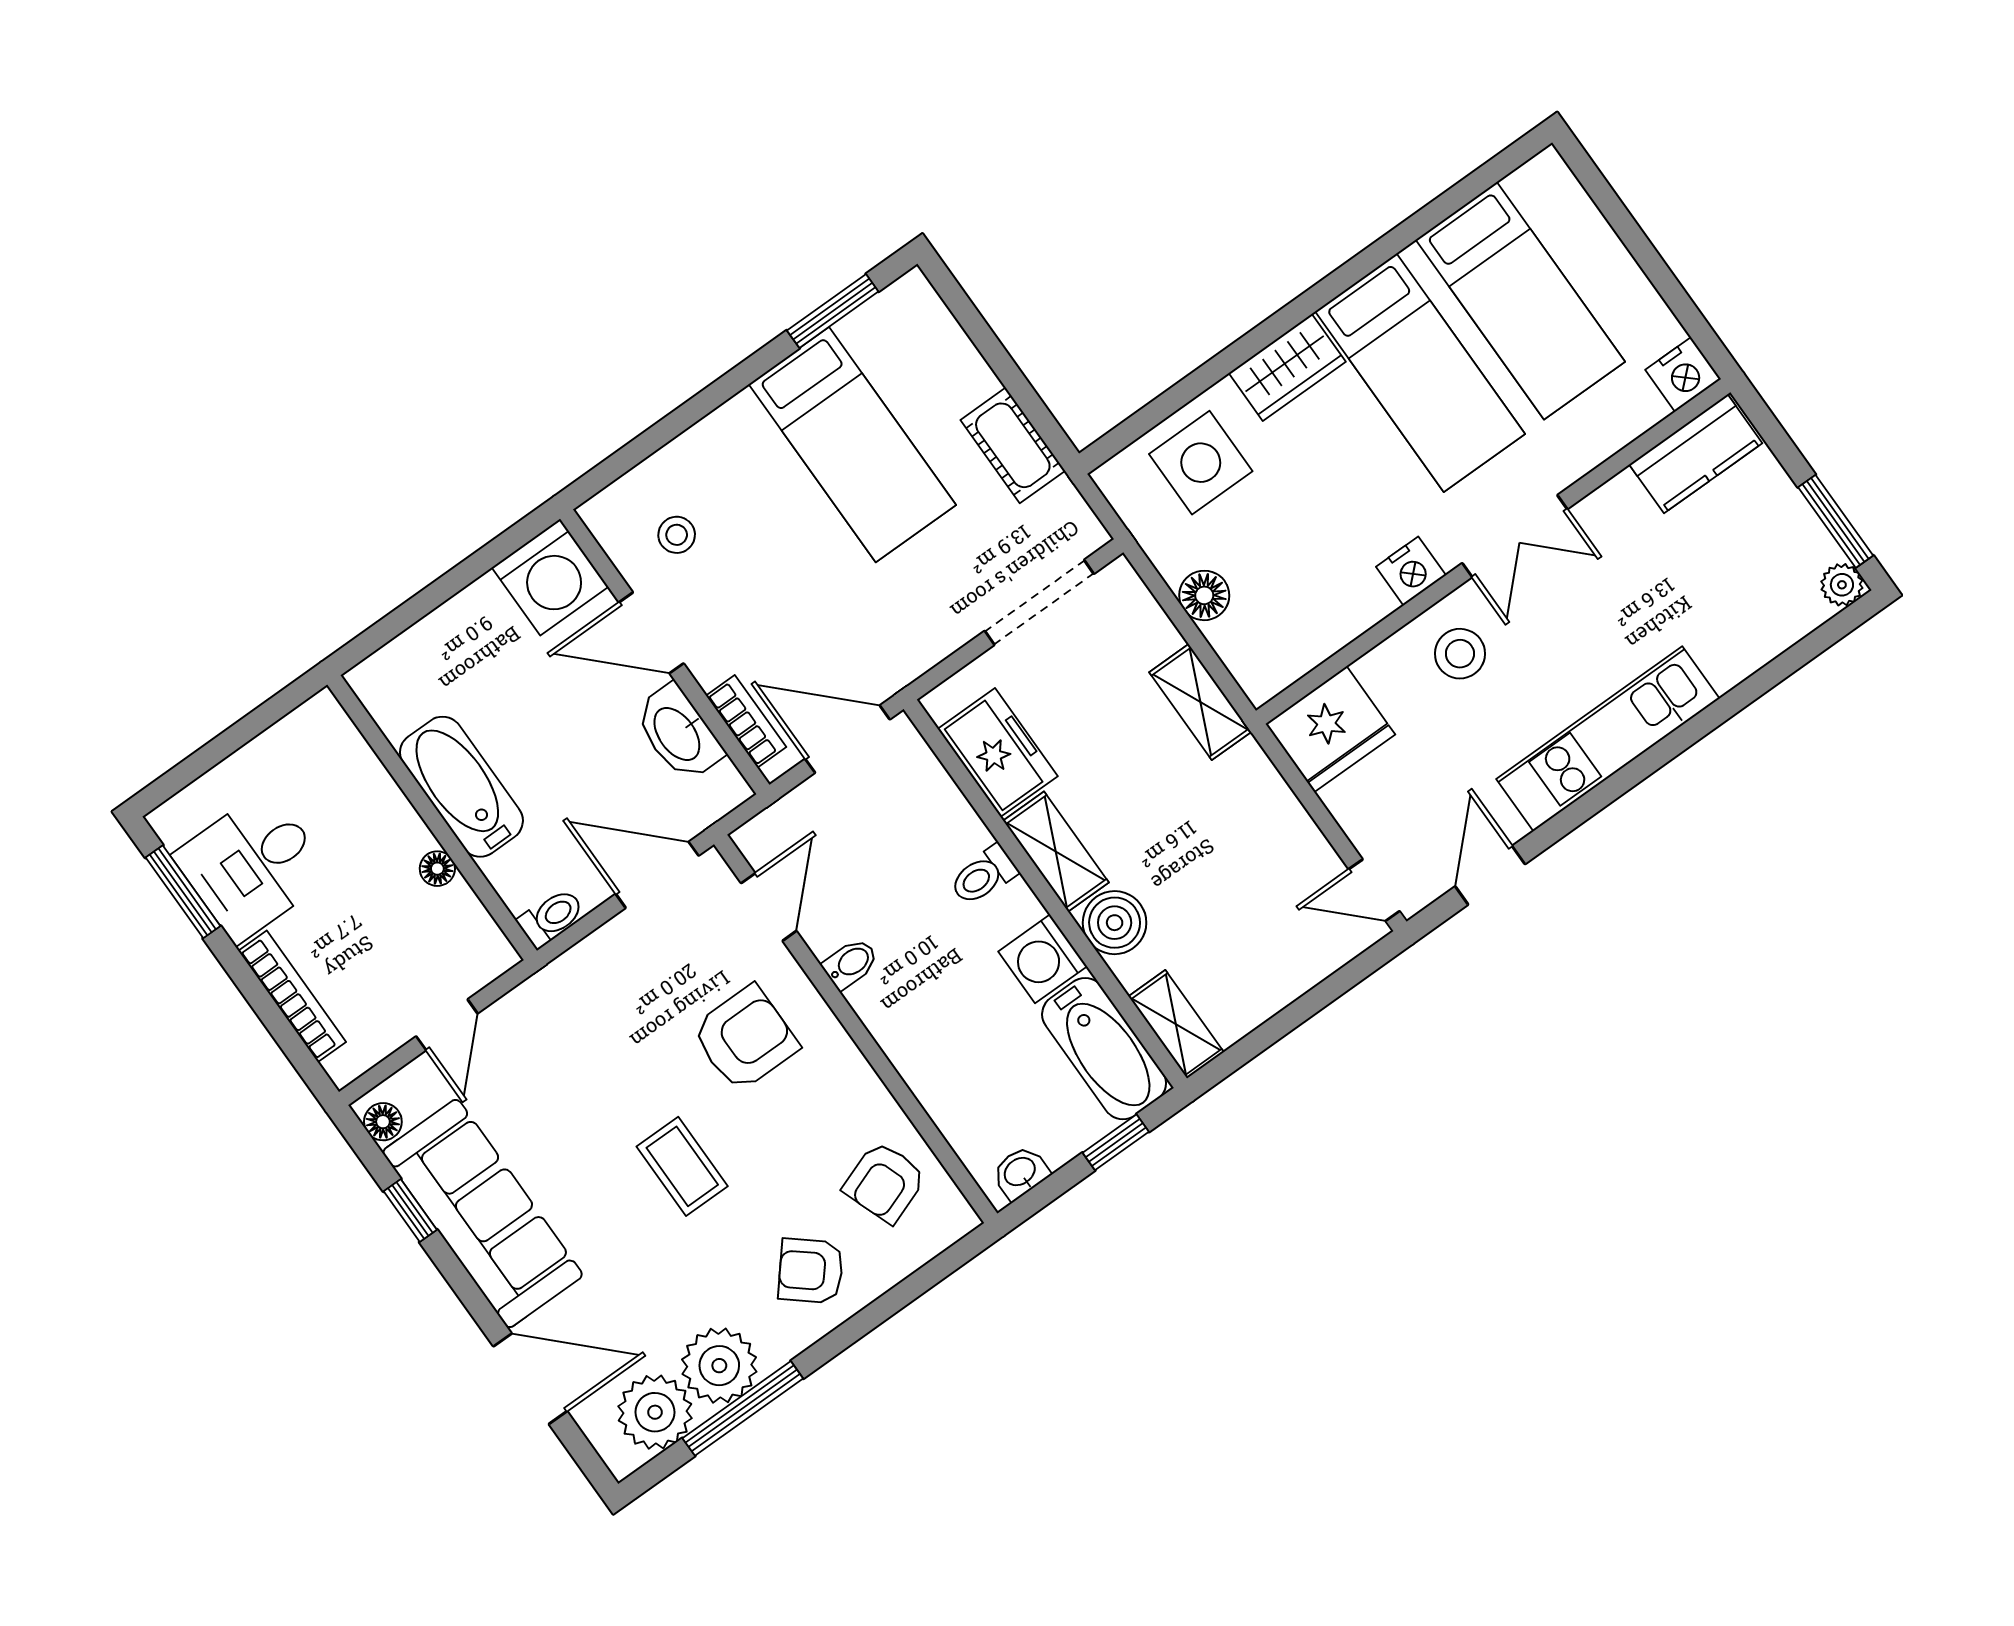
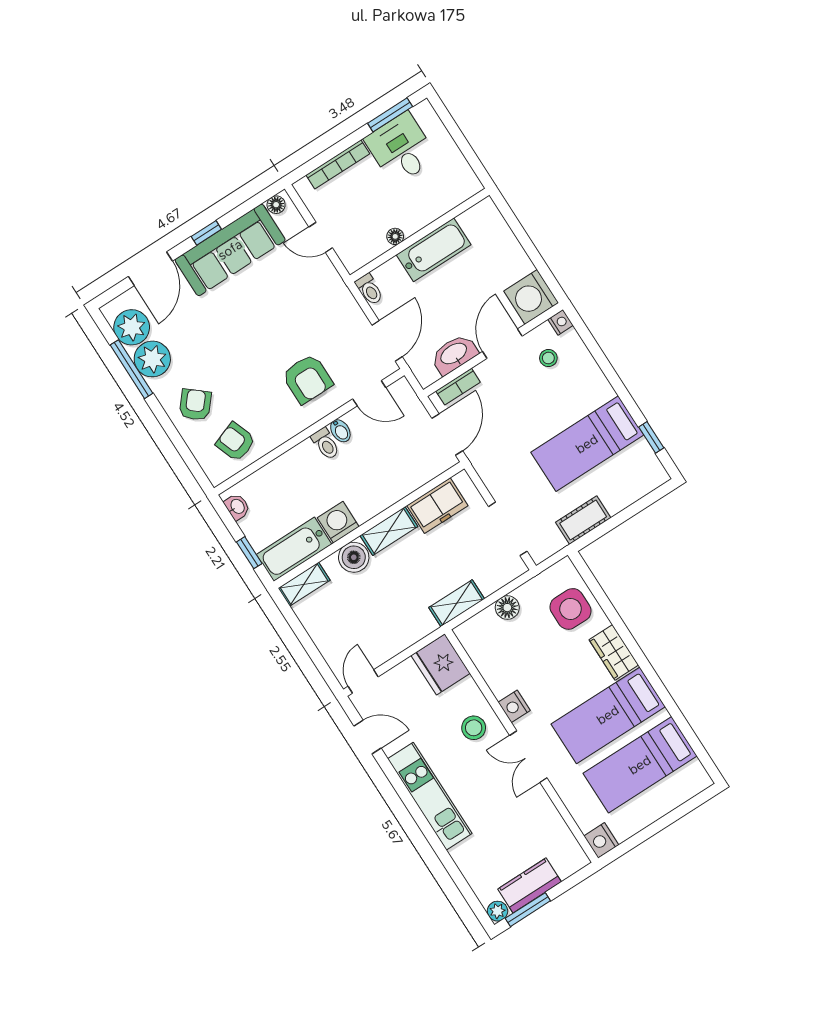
window: (833, 311) -> (651, 437), width x0.67
kitchen counter: (1696, 454) -> (530, 885), moved, turned 90
nightstand: (600, 513) -> (560, 322), added
toilet: (984, 875) -> (325, 444), moved, turned 180
coffee table: (682, 1166) -> (248, 346), removed
window: (410, 1211) -> (206, 233), moved

